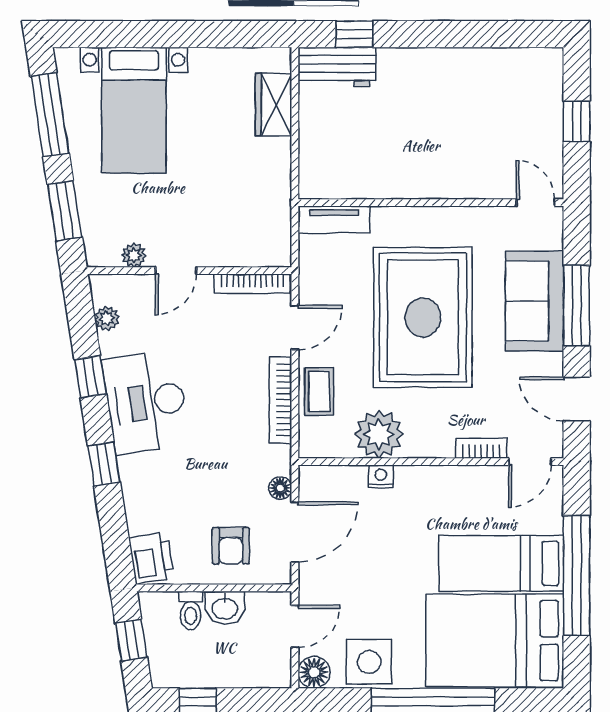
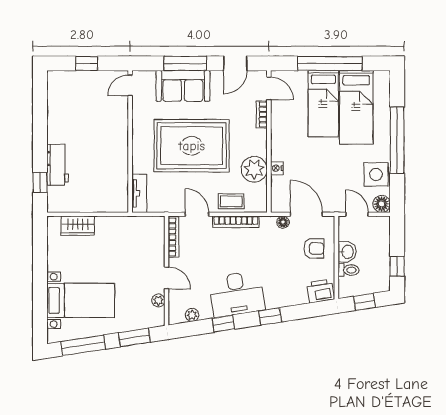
workbench: (337, 67) -> (58, 165), moved
bed: (495, 641) -> (356, 107), width x0.67

